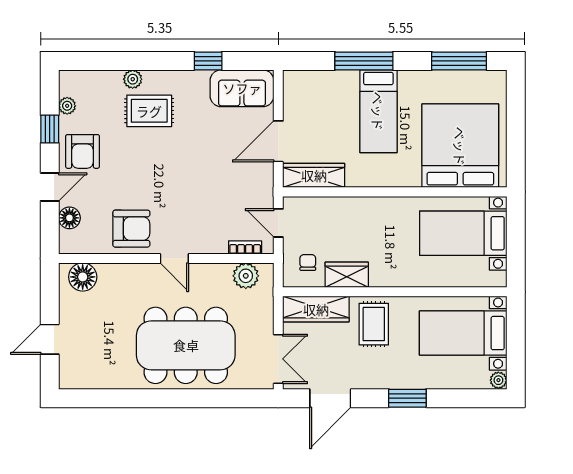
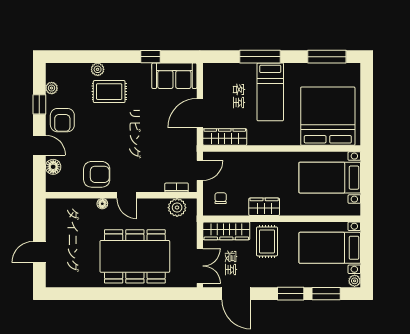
door: (50, 187) -> (39, 145), hinge flipped
door: (278, 223) -> (200, 170), swing flipped
wardrobe: (347, 275) -> (264, 207), moved
floor lamp: (83, 277) -> (102, 204), moved, width x0.53, depth x0.53
door: (330, 398) -> (236, 294), hinge flipped
window: (458, 398) -> (326, 294), added

